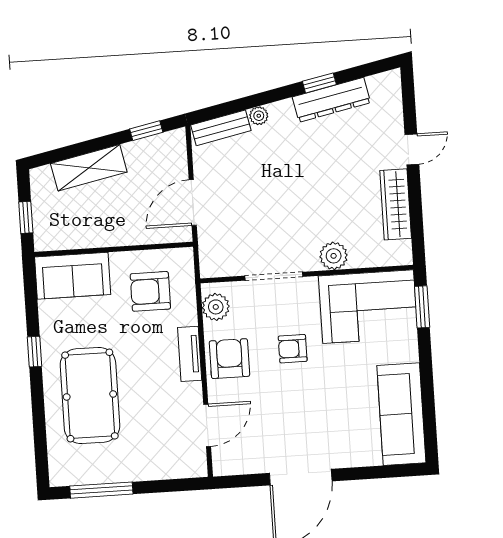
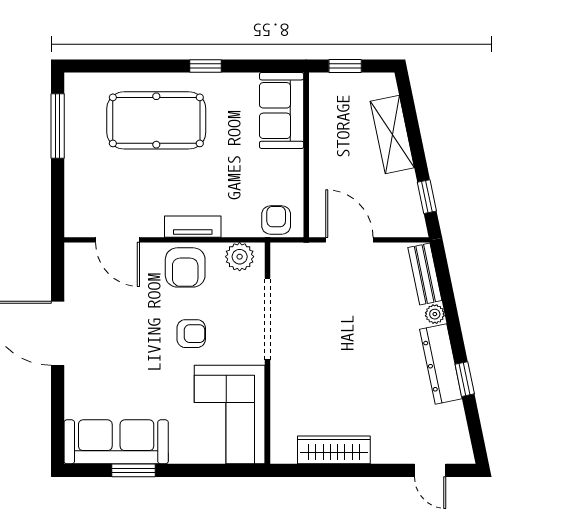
dresser: (331, 100) -> (441, 364), moved
door: (412, 149) -> (430, 470), moved
plant: (334, 256) -> (285, 382), removed
doorway: (274, 276) -> (268, 319), width x1.36
armchair: (150, 291) -> (276, 220), moved, width x0.72, depth x0.72
window: (422, 307) -> (134, 470), moved
armchair: (293, 349) -> (191, 334), turned 90
armchair: (229, 359) -> (185, 267), turned 90

